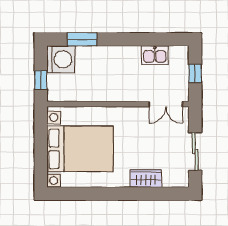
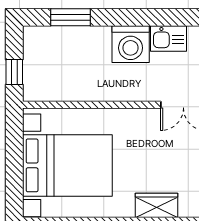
washing machine: (61, 59) -> (131, 44), moved, turned 90

